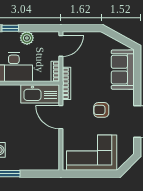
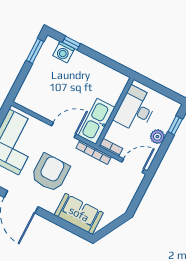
door: (61, 46) -> (133, 166), swing flipped
armchair: (101, 110) -> (50, 173), width x1.88, depth x1.88

